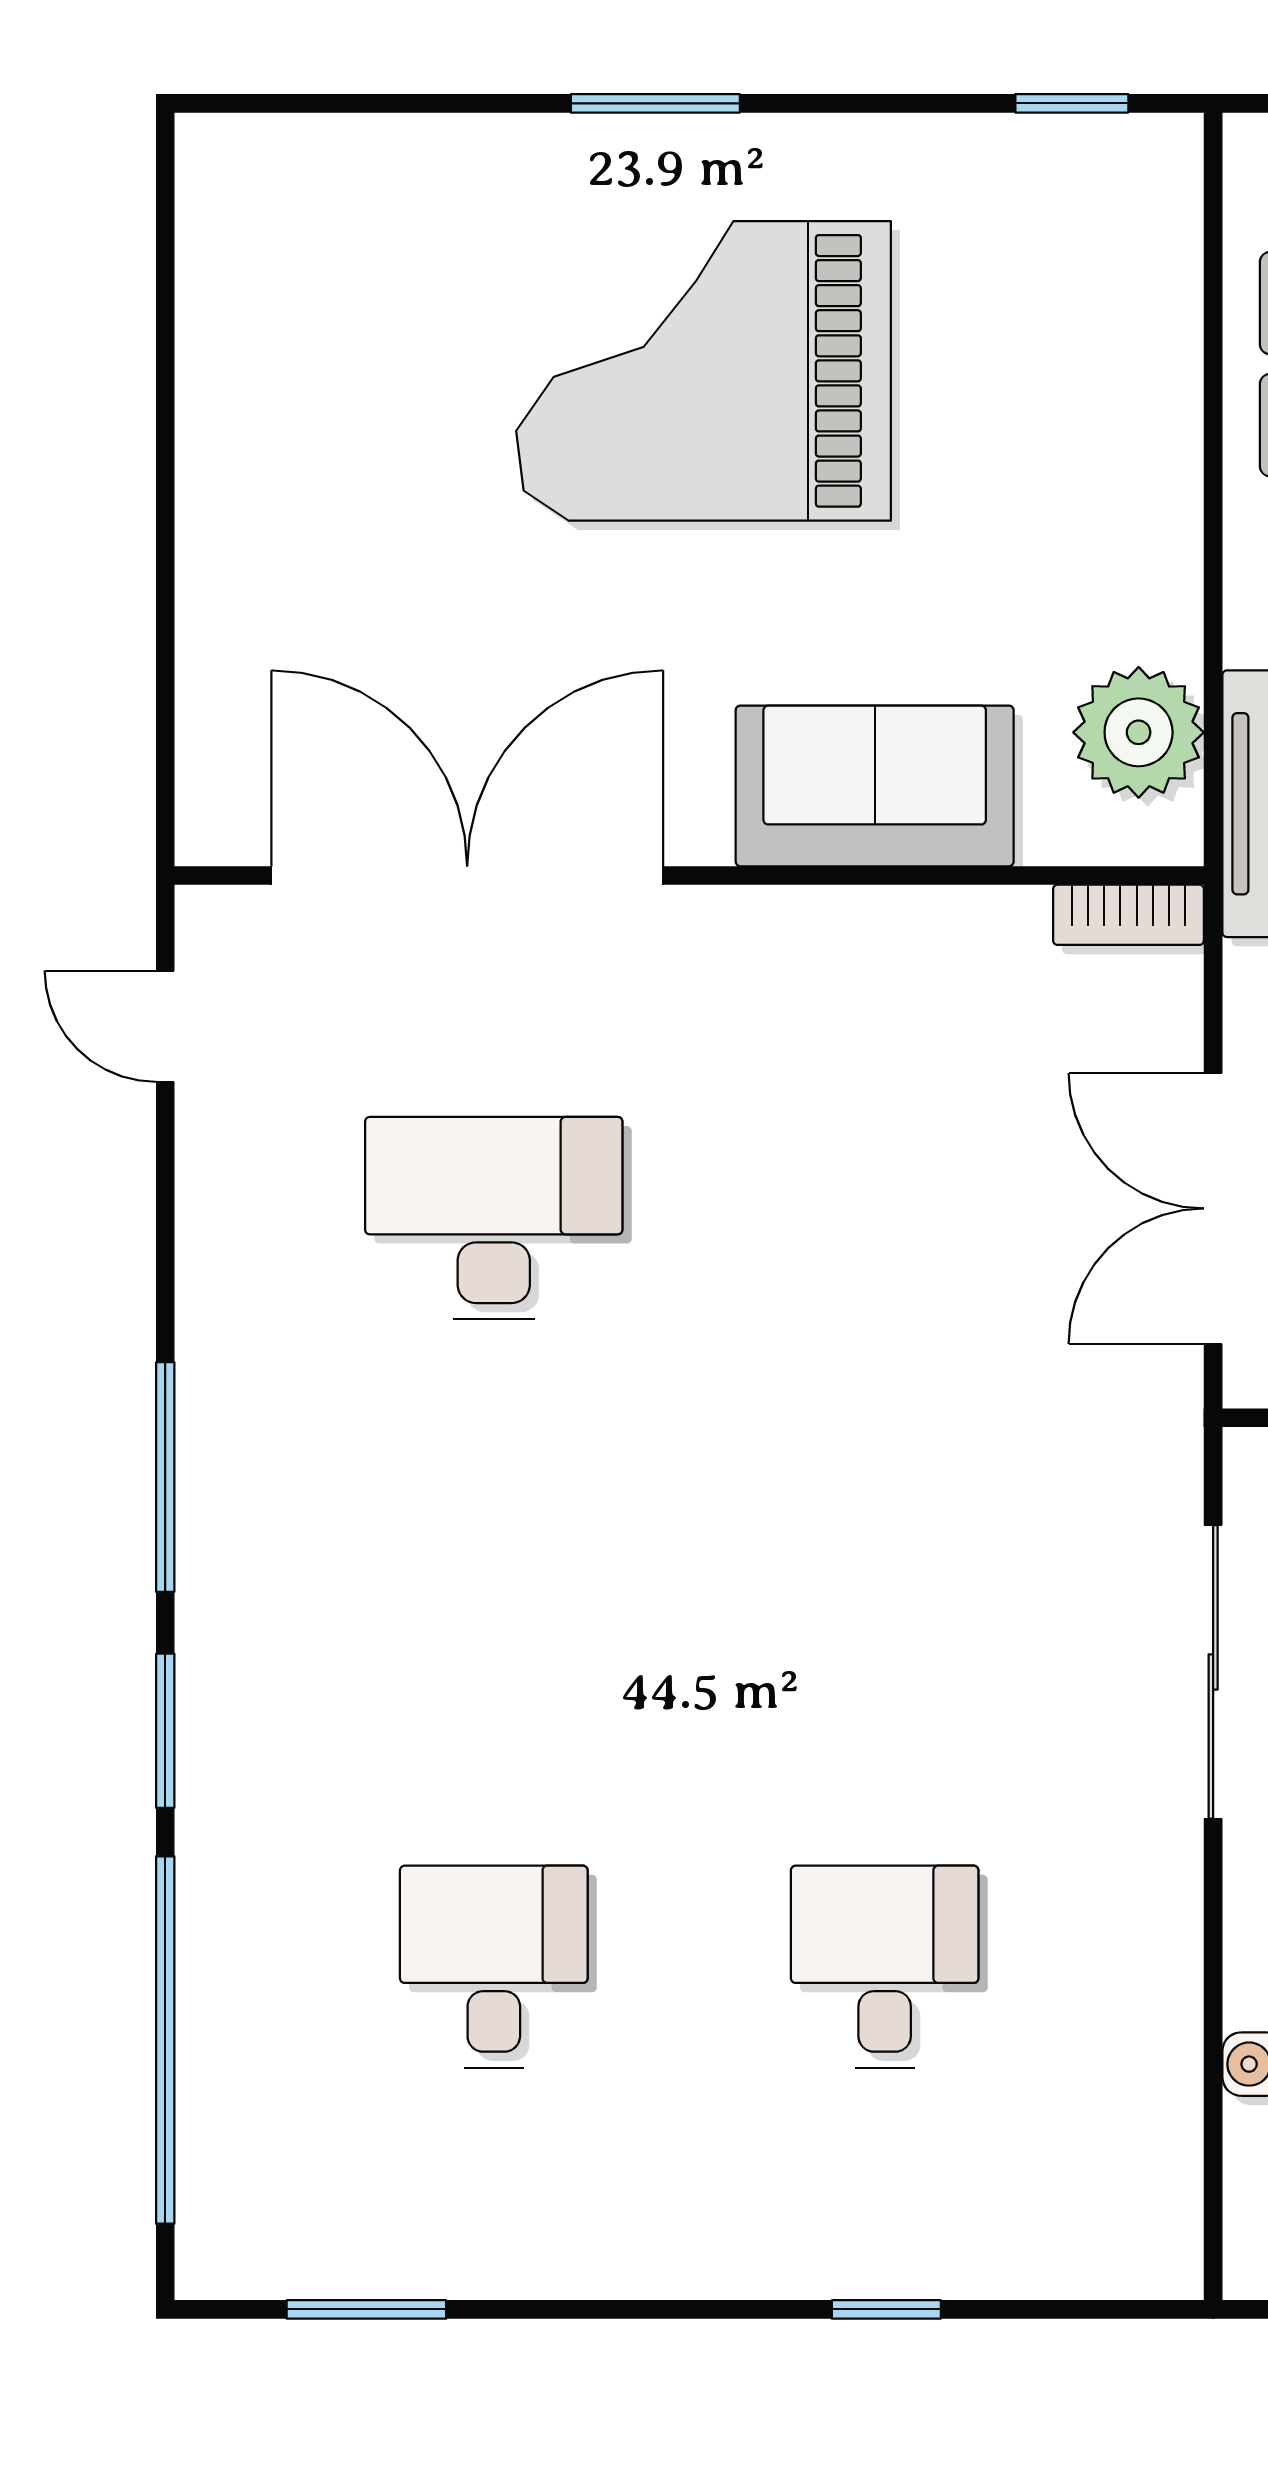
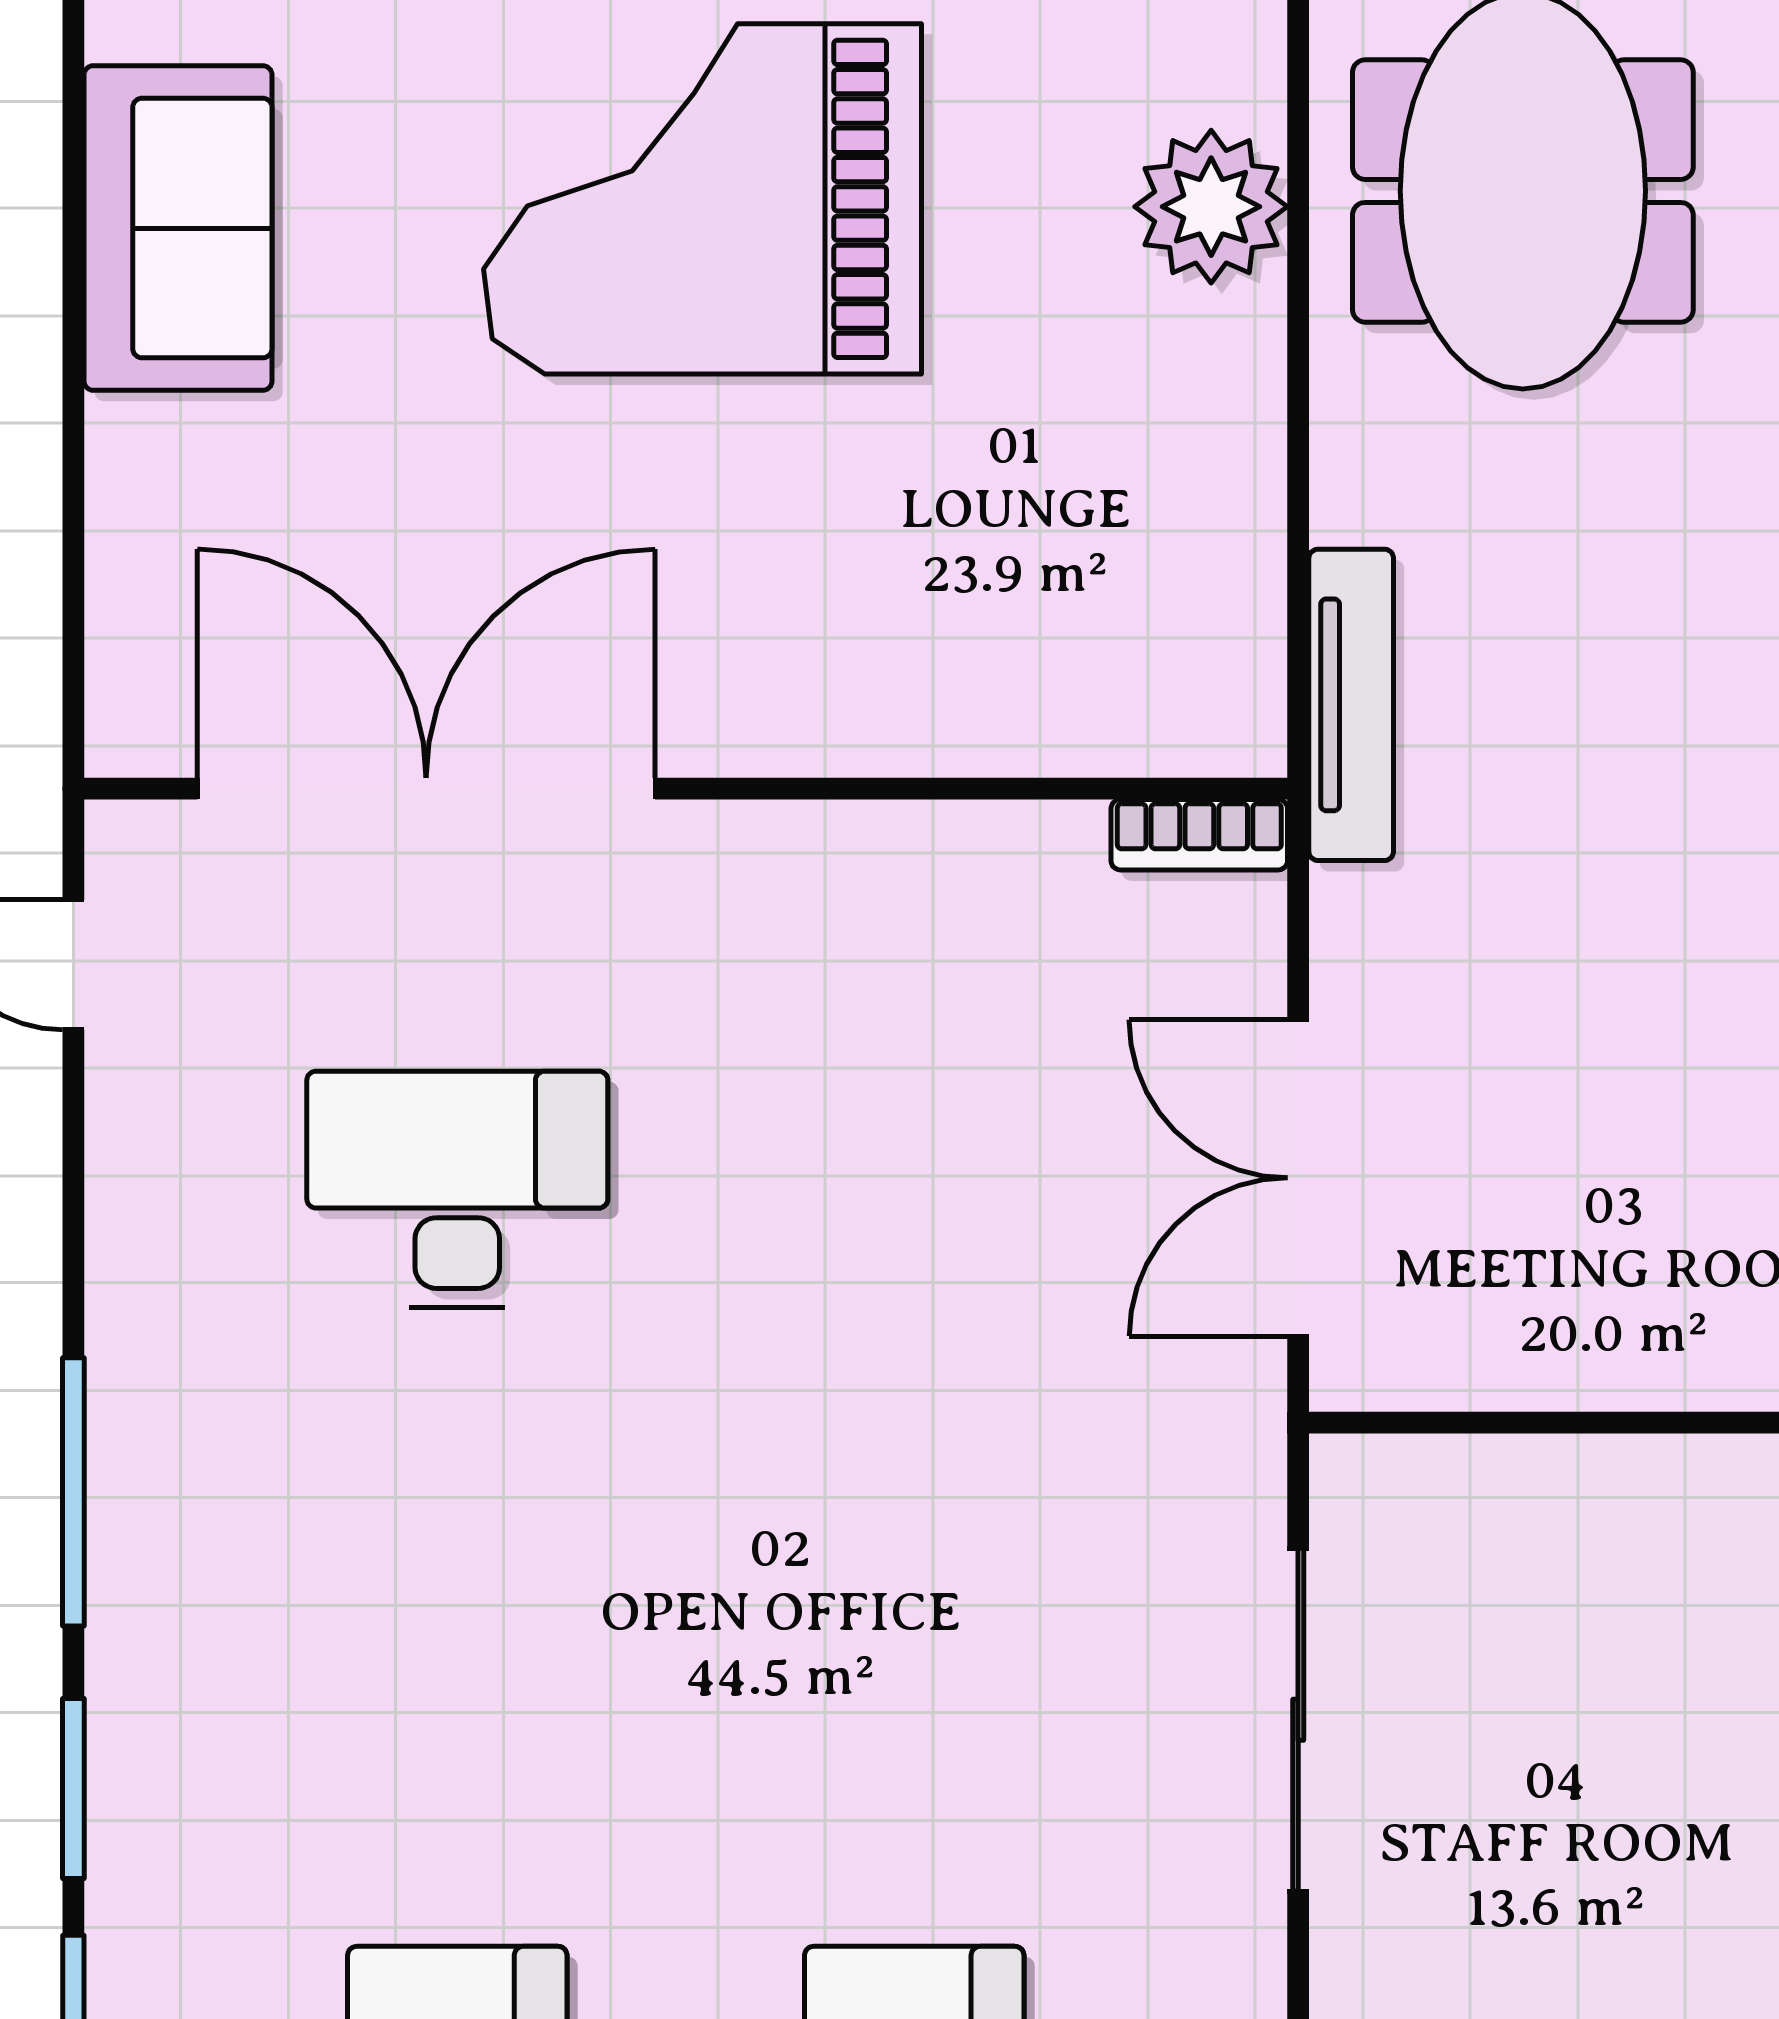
plant: (1139, 732) -> (1211, 207), moved
sofa: (875, 786) -> (178, 228), moved, turned 90

